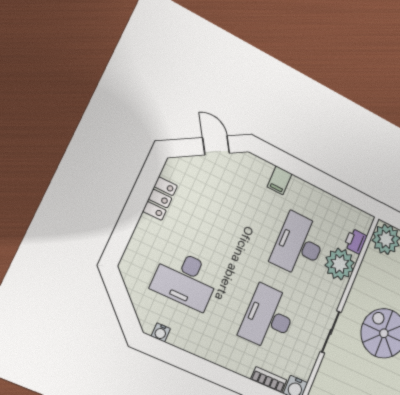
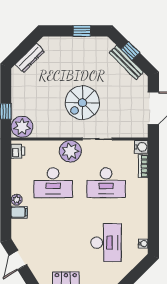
plant: (297, 185) -> (17, 200), added
printer: (356, 241) -> (18, 151), moved, turned -90
plant: (340, 264) -> (70, 151), moved

